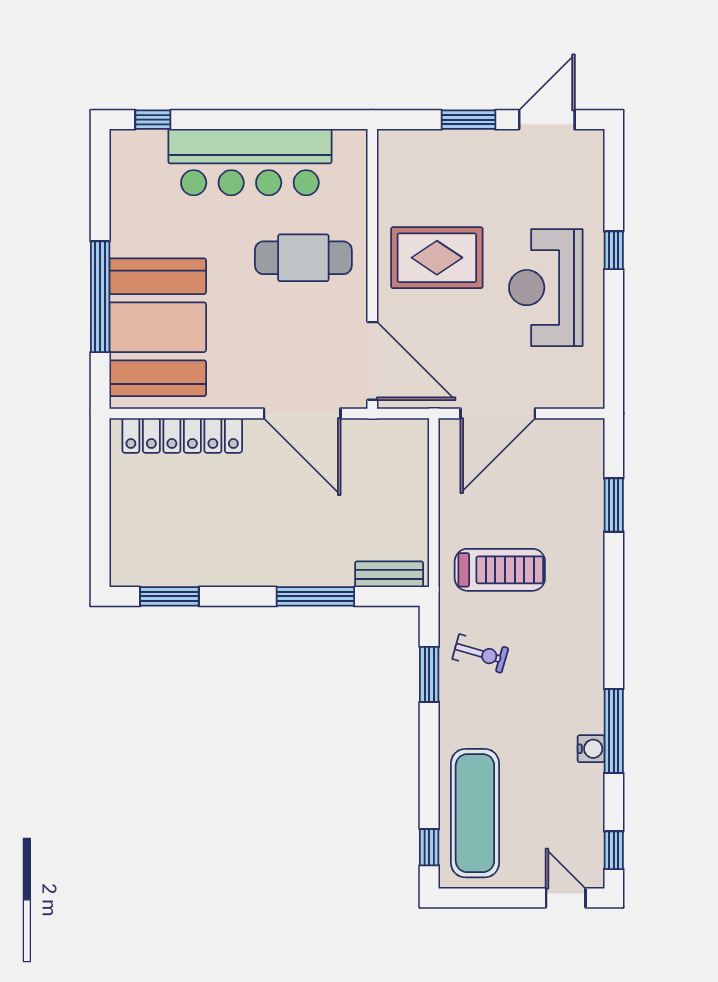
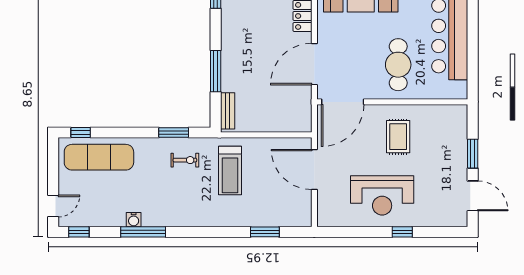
rug: (437, 258) -> (398, 137), width x0.73, depth x0.70
reception desk: (546, 288) -> (382, 195), turned 180
exercise bike: (480, 654) -> (185, 160), turned -106

